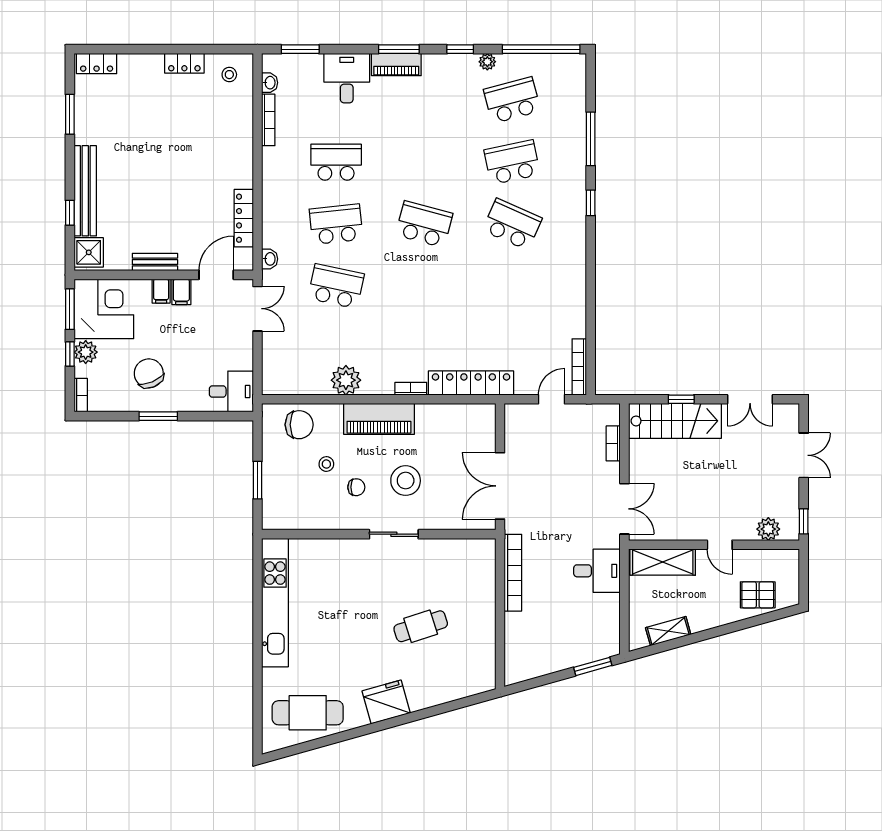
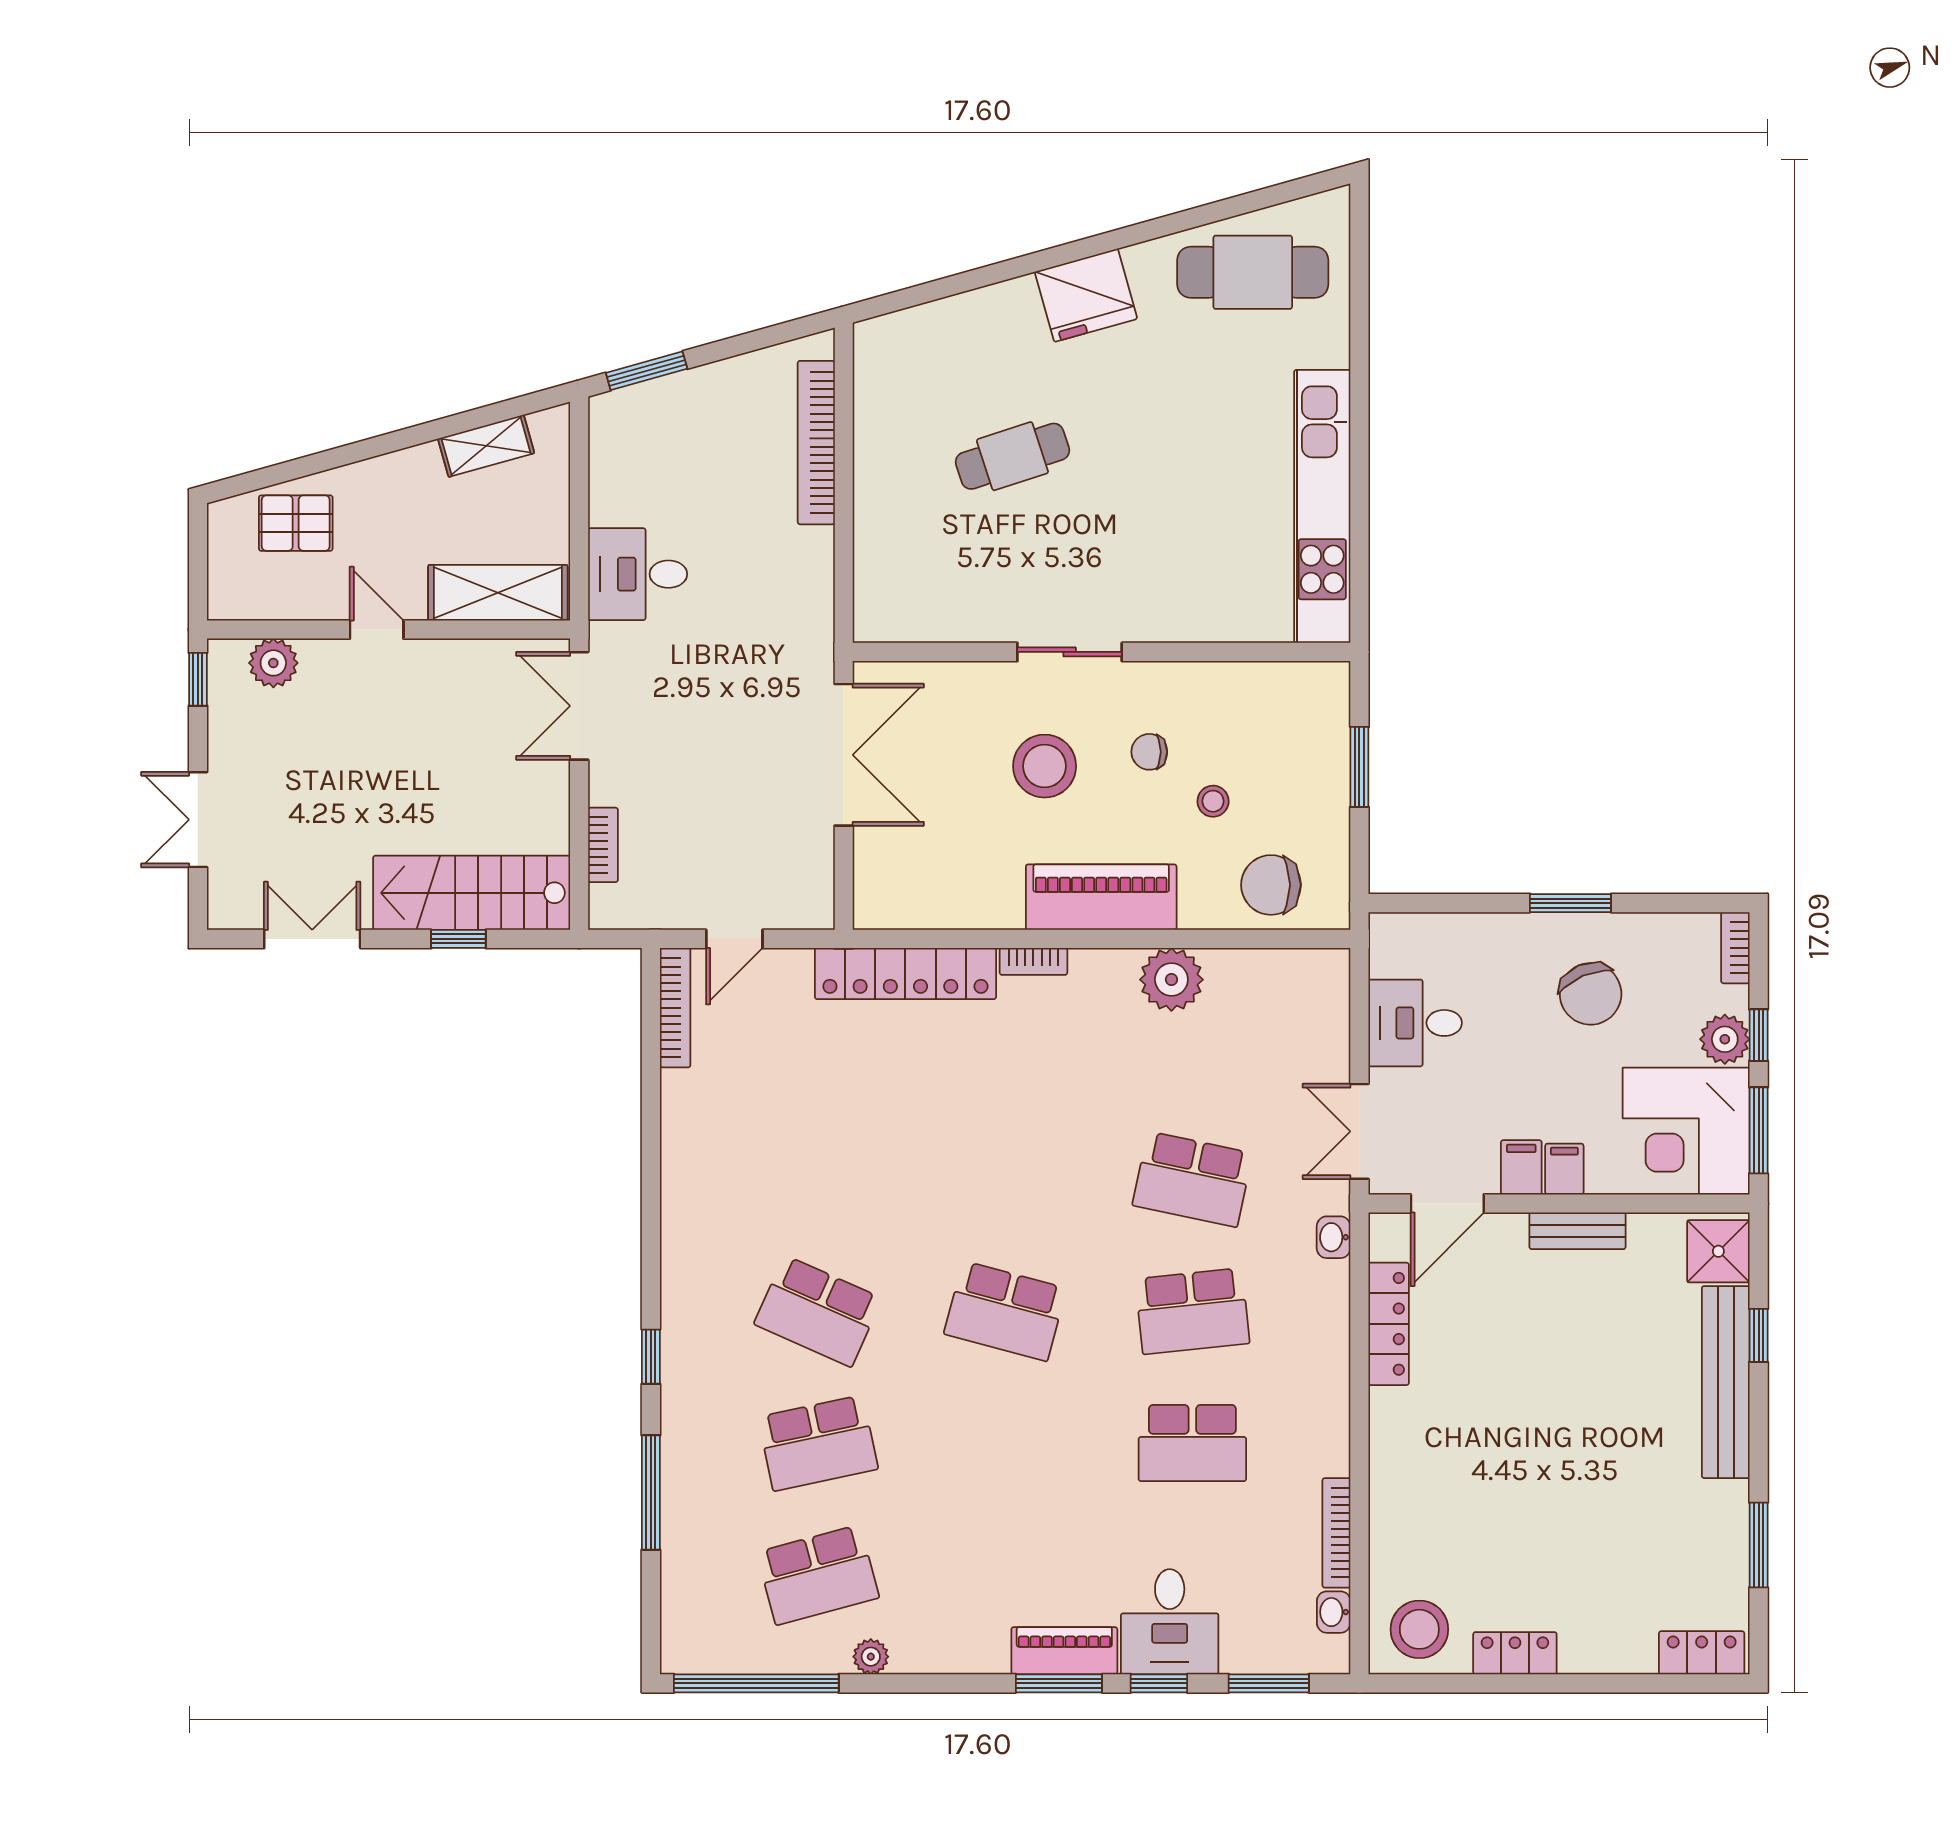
window: (460, 49) -> (1159, 1683), moved
stool: (229, 75) -> (1419, 1629), width x1.89, depth x1.89
desk: (231, 391) -> (1415, 1023), moved
bookcase: (513, 573) -> (816, 443), moved

